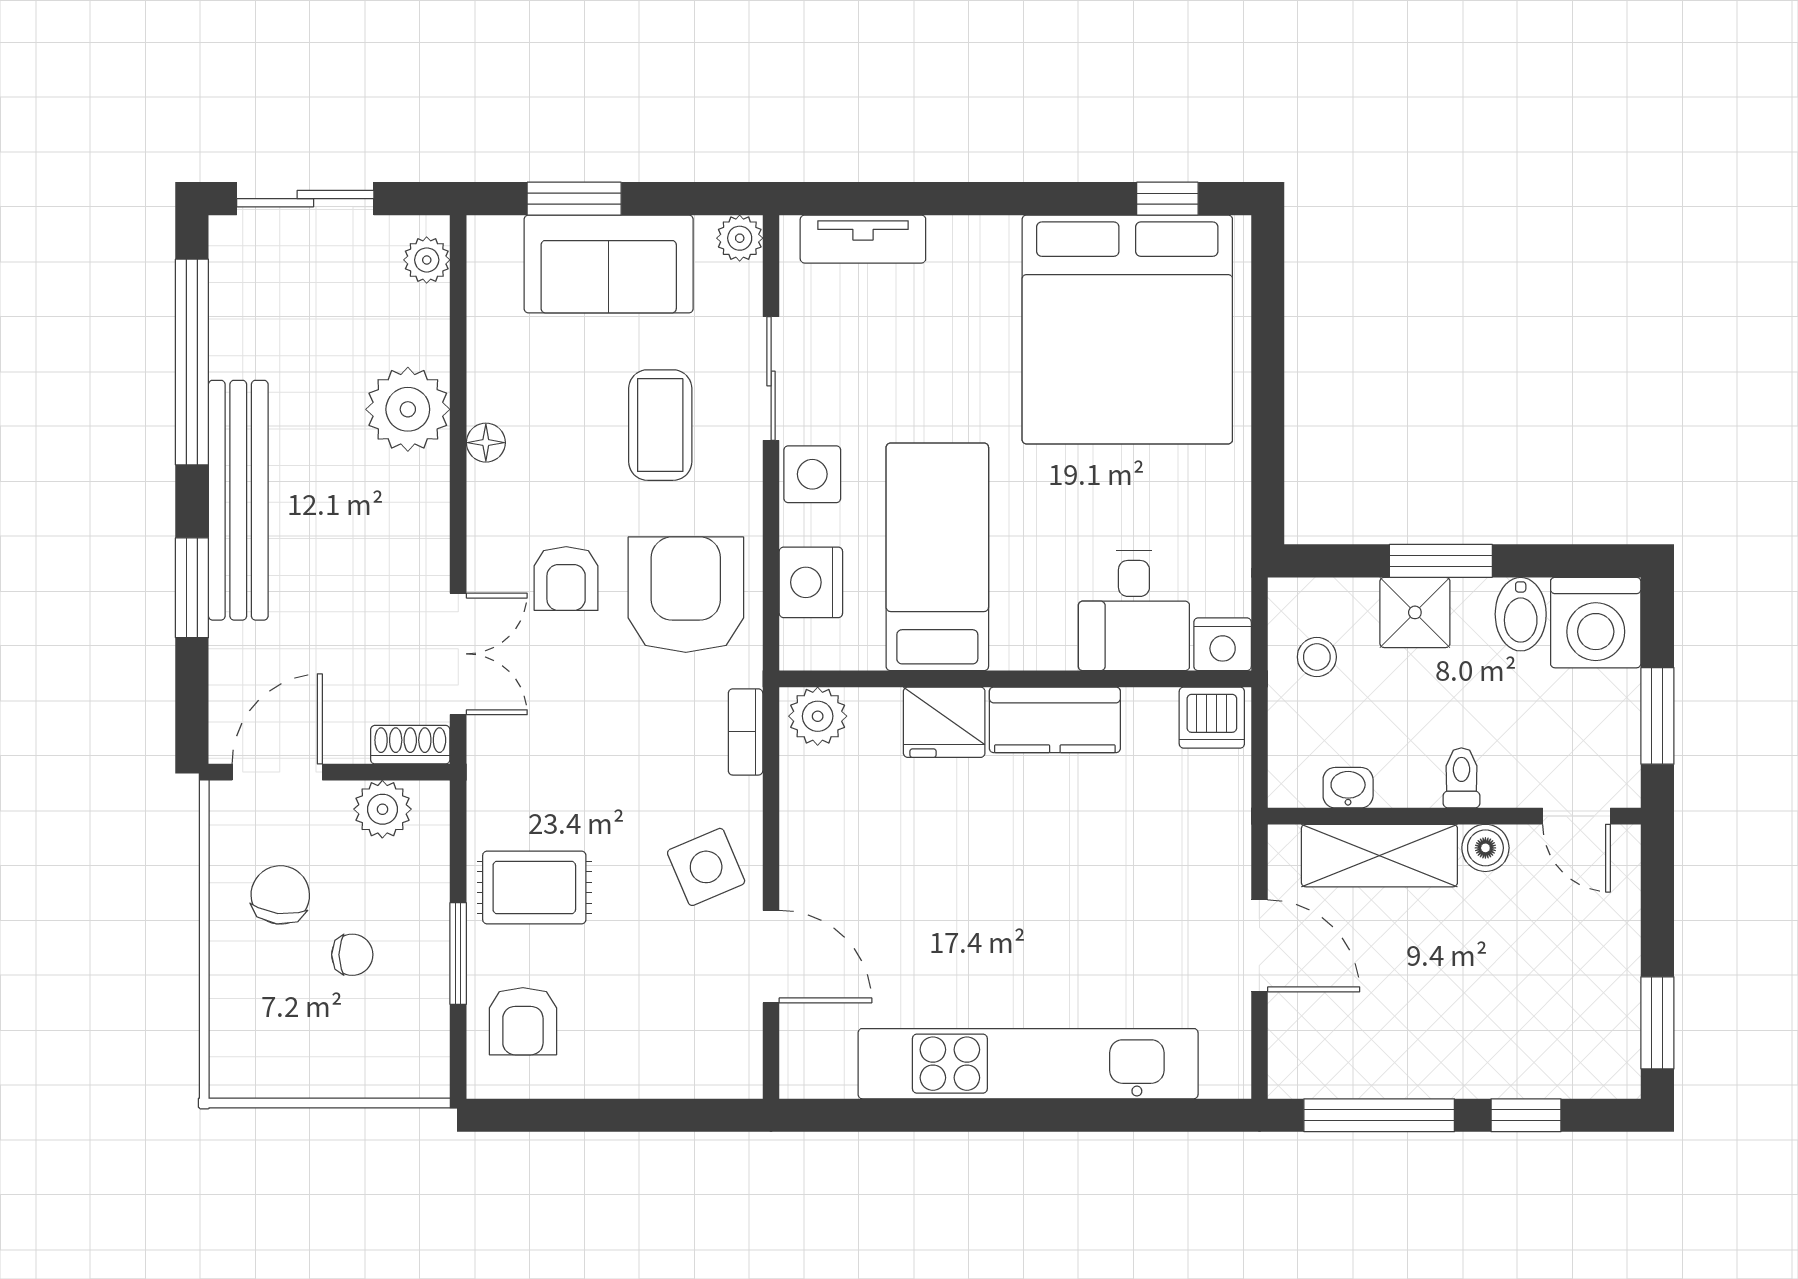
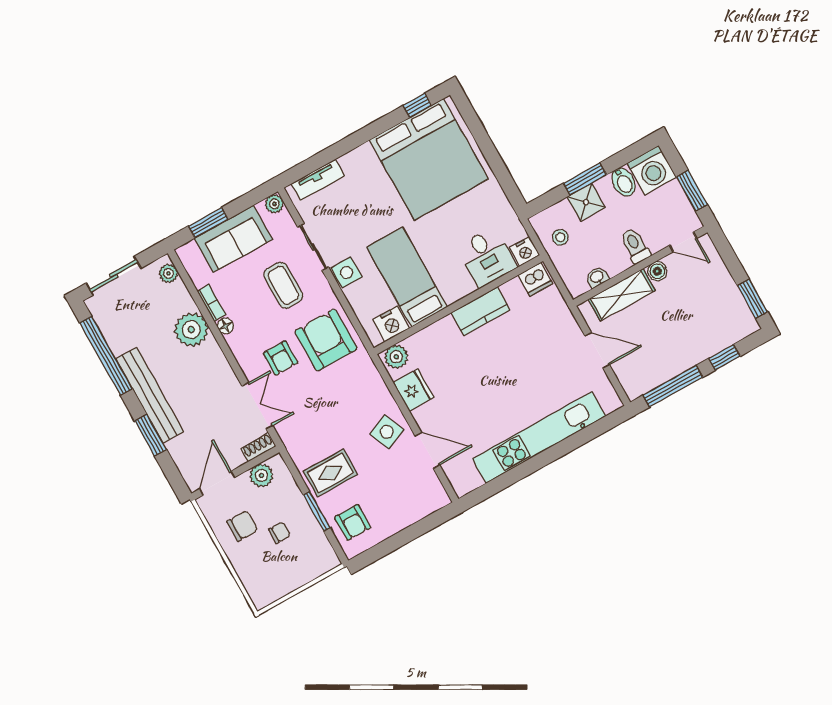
nightstand: (811, 582) -> (391, 324), moved, turned -90
fridge: (944, 722) -> (413, 390), moved, turned -90
bookcase: (746, 732) -> (211, 303), moved, turned 180
toilet: (1461, 778) -> (635, 246), width x1.37, depth x1.39
chair: (280, 895) -> (242, 526), turned 83

